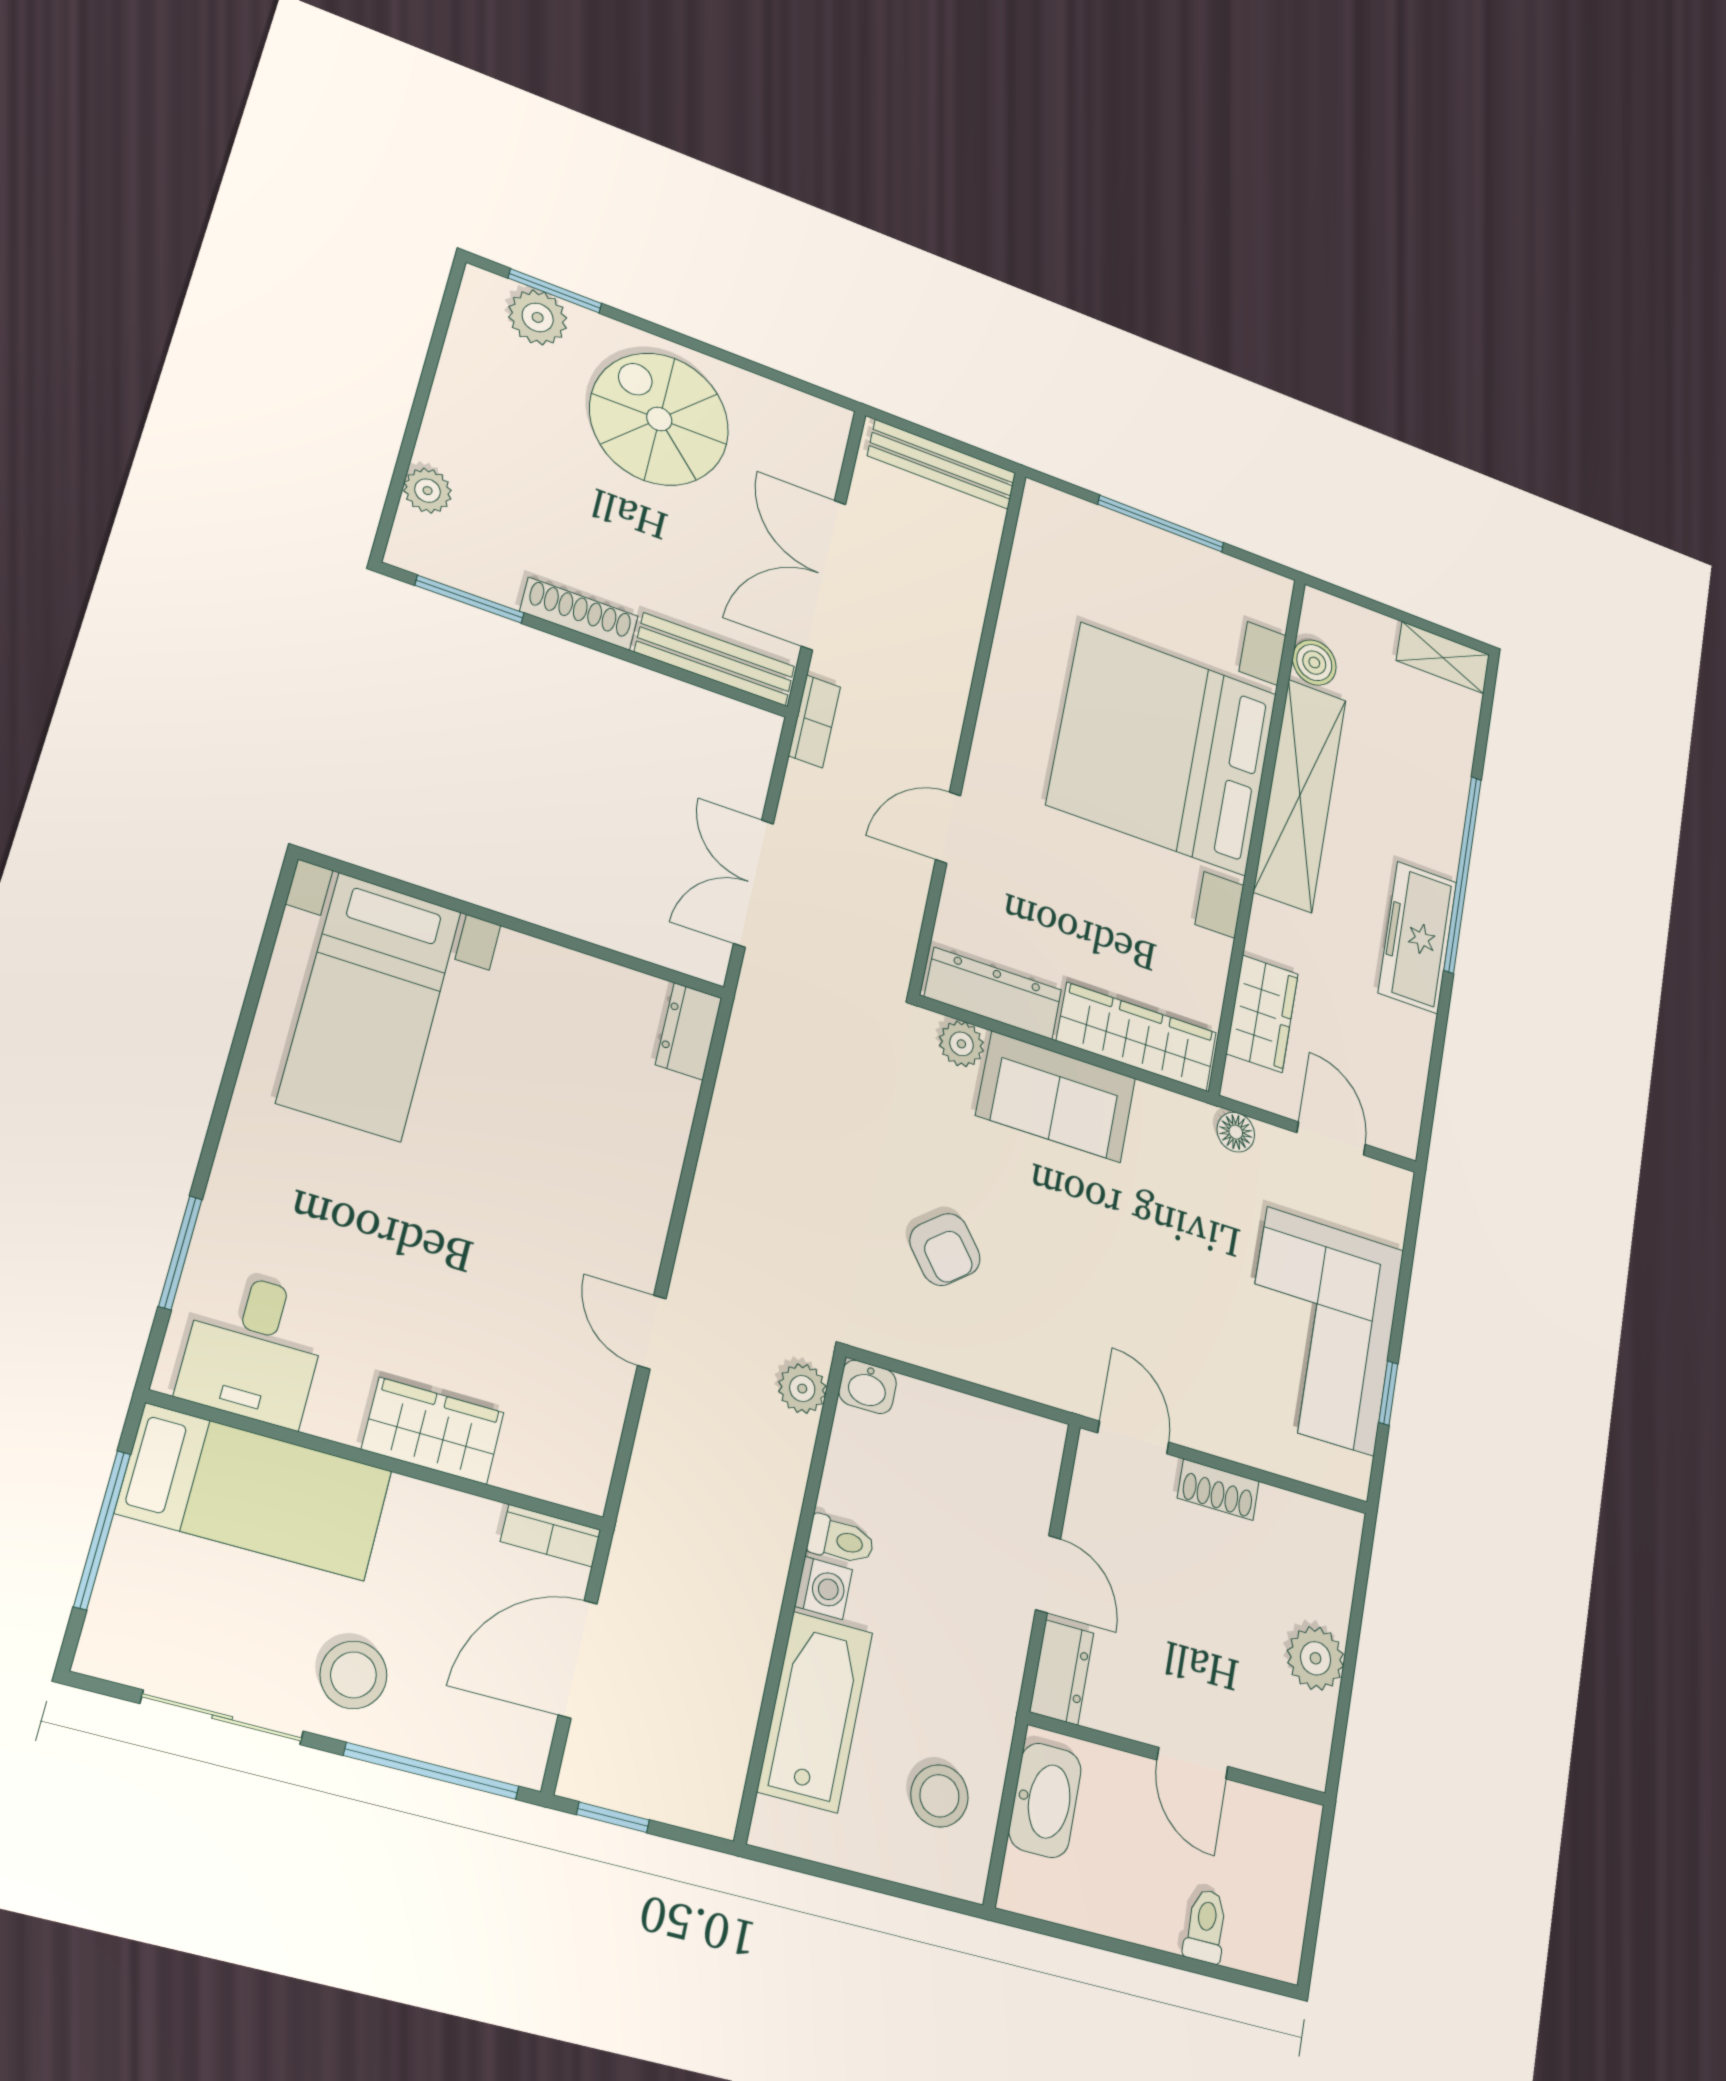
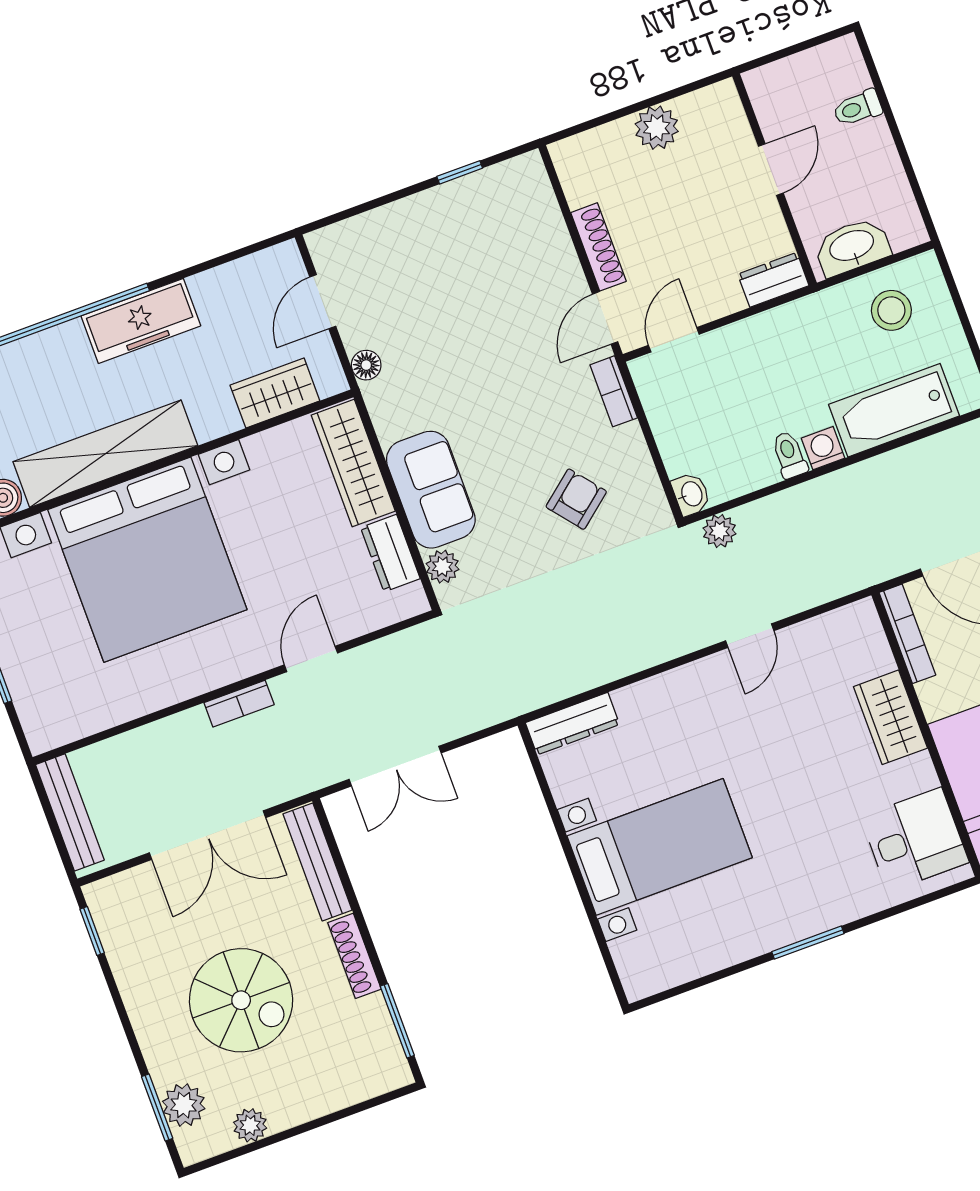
window: (798, 384) -> (92, 931), added
spiral stairs: (659, 419) -> (241, 1000), moved, turned -90
plant: (428, 491) -> (250, 1125), moved
bookcase: (814, 721) -> (239, 704), moved, turned 180
door: (948, 828) -> (311, 659), swing flipped
double door: (754, 883) -> (395, 766), moved
dresser: (993, 993) -> (390, 553), width x0.70
bed with nightstands: (370, 1006) -> (660, 847), moved
dresser: (689, 1031) -> (572, 724), width x1.44
window: (180, 1253) -> (808, 943), moved
corner sofa: (1320, 1331) -> (453, 238), removed
bookcase: (1043, 1385) -> (614, 391), added
shoe rack: (1218, 1490) -> (598, 247), width x1.43
bookcase: (551, 1536) -> (907, 634), width x1.56
door: (1048, 1574) -> (674, 340), moved

